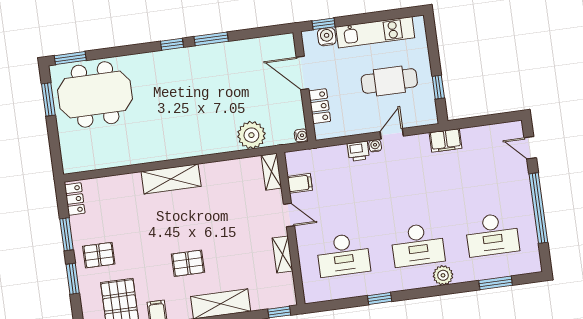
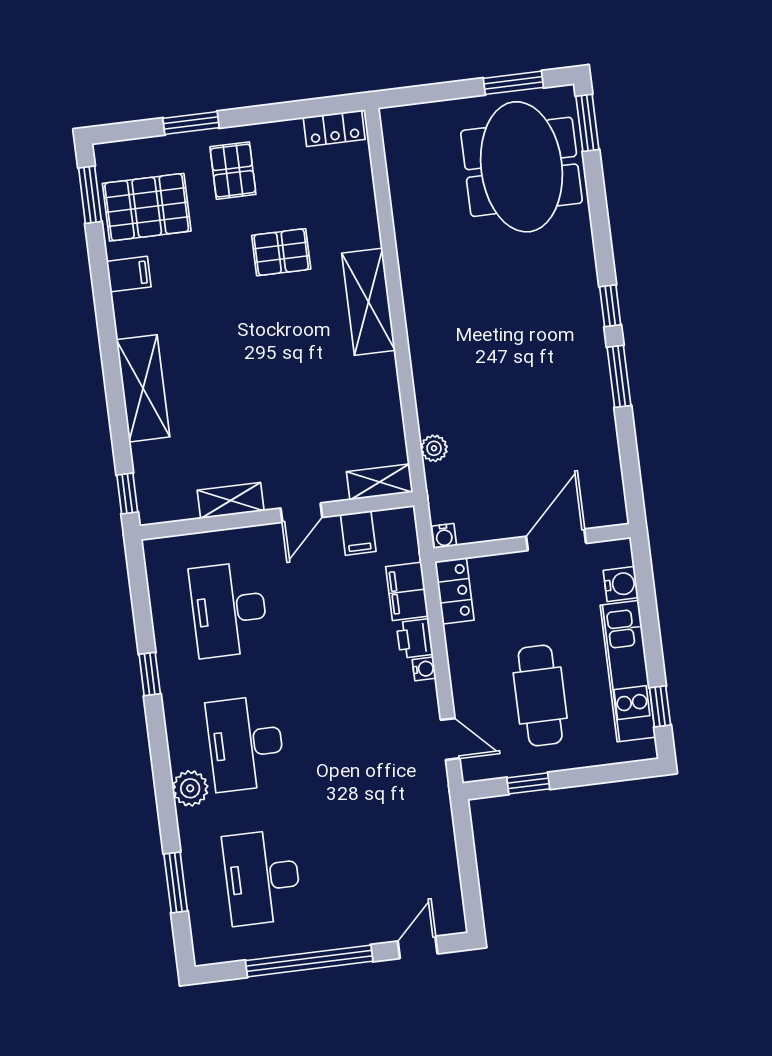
window: (324, 24) -> (660, 706), moved
locker: (320, 106) -> (454, 591), moved, turned -90
door: (392, 134) -> (450, 739), moved
plant: (251, 135) -> (434, 448), width x0.53, depth x0.53
filing cabinet: (446, 140) -> (407, 591), moved
window: (67, 234) -> (271, 113), removed
pallet: (188, 263) -> (281, 252), moved, turned 90

